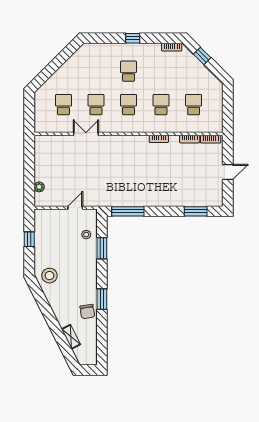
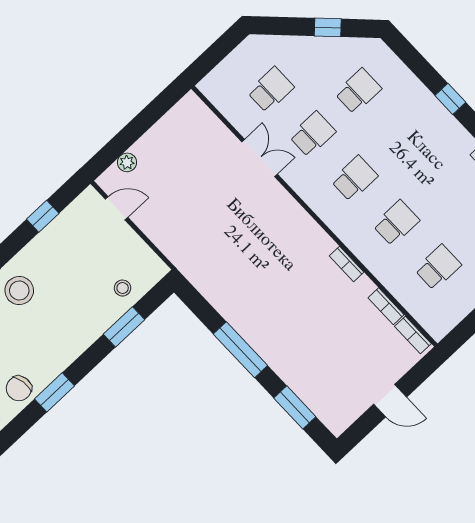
window: (60, 60) -> (328, 27), added
school desk: (129, 71) -> (358, 91), moved
door: (75, 208) -> (117, 208), moved
window: (128, 211) -> (240, 350), moved

